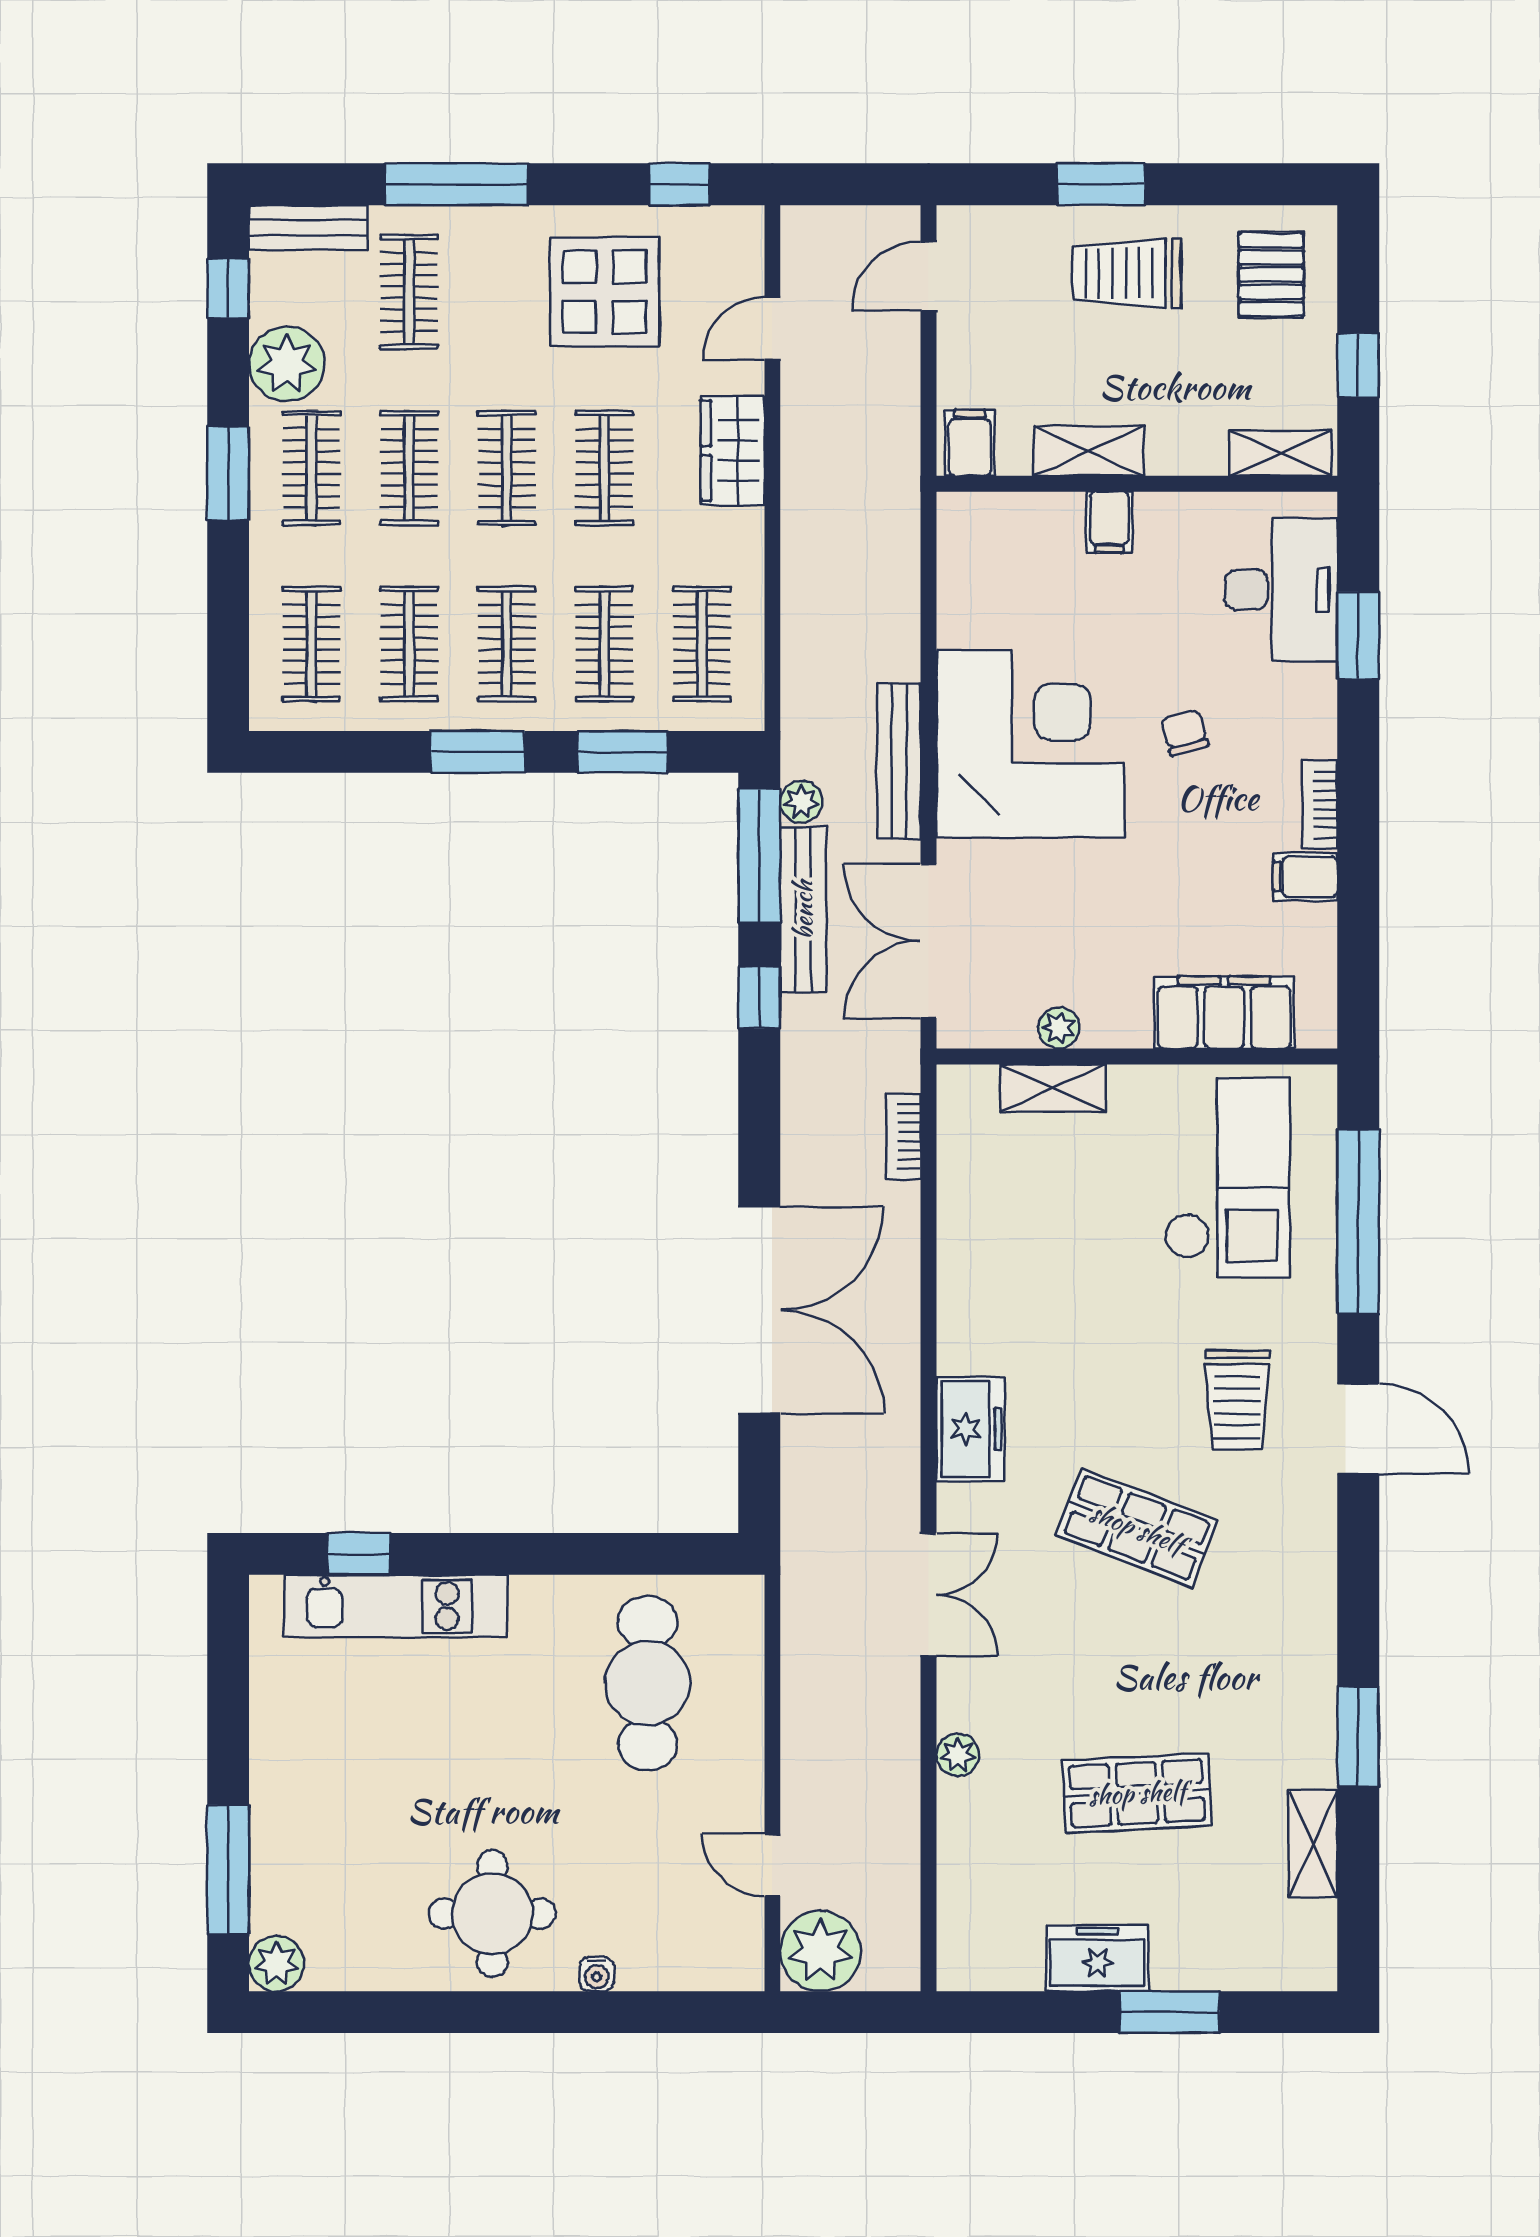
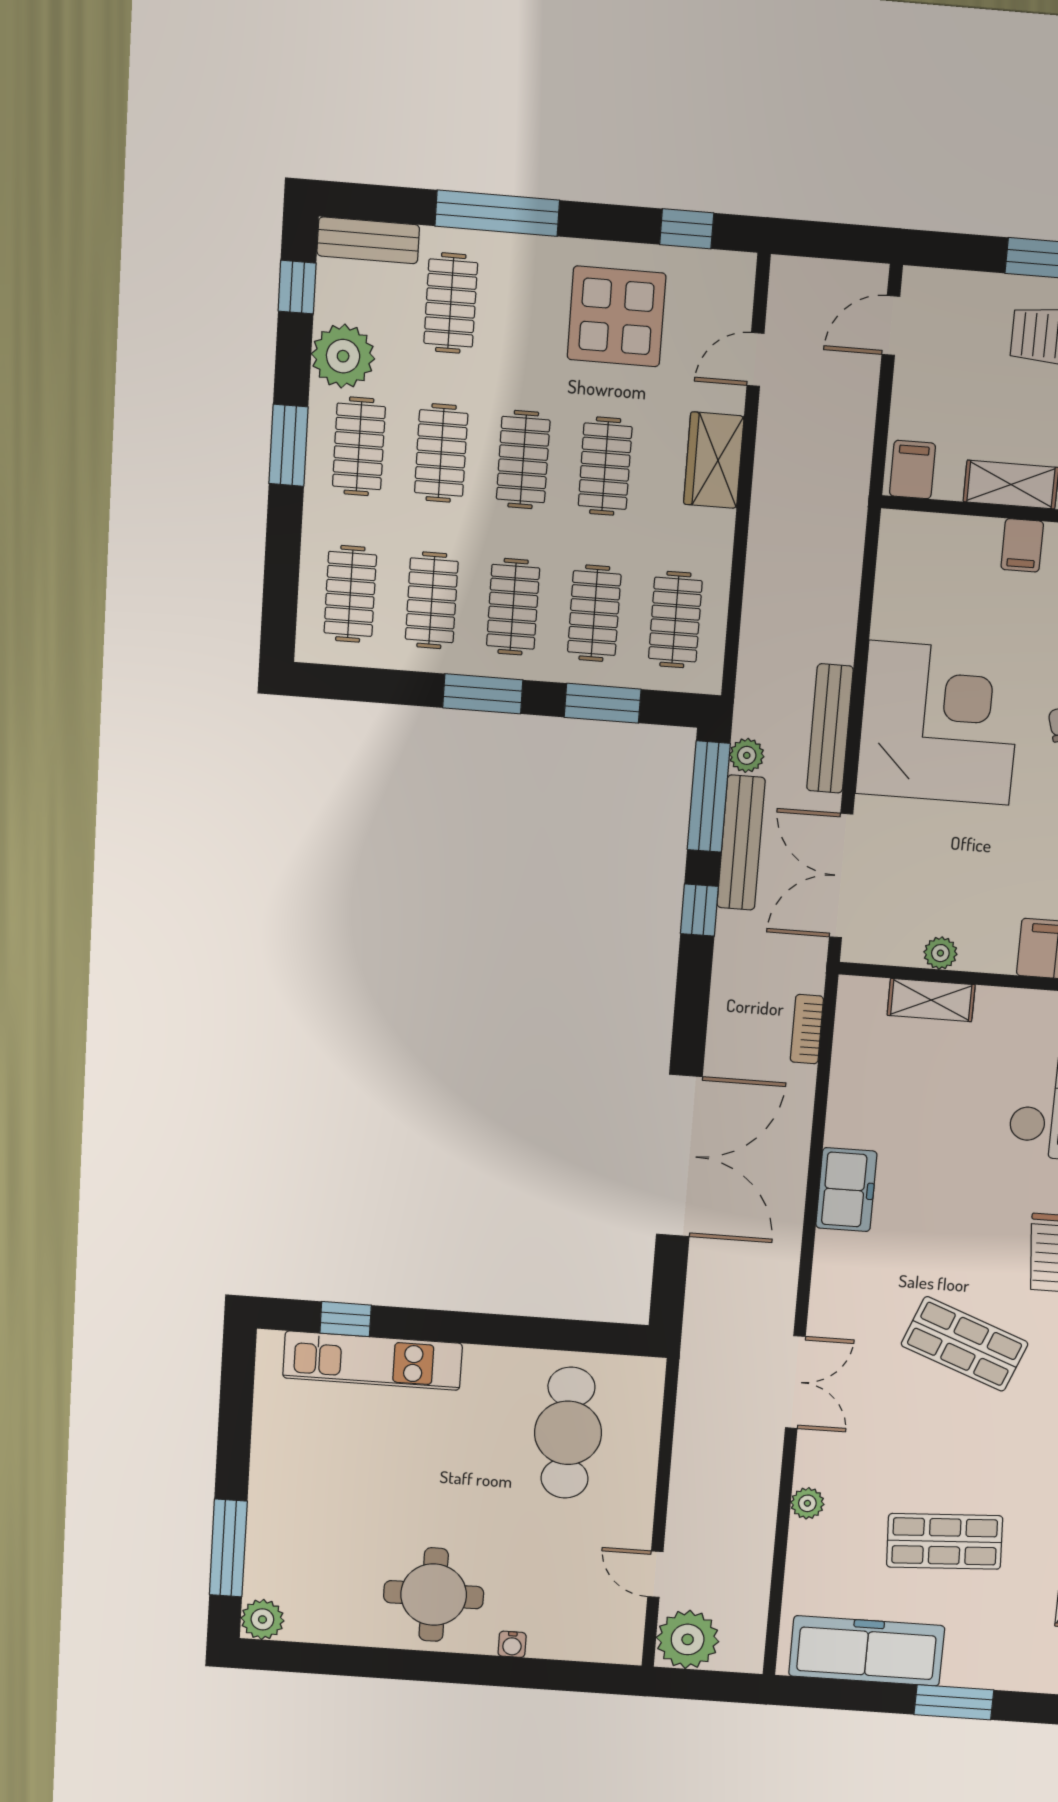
freezer: (970, 1429) -> (846, 1190), moved
freezer: (1097, 1958) -> (867, 1651), width x1.91, depth x1.26

